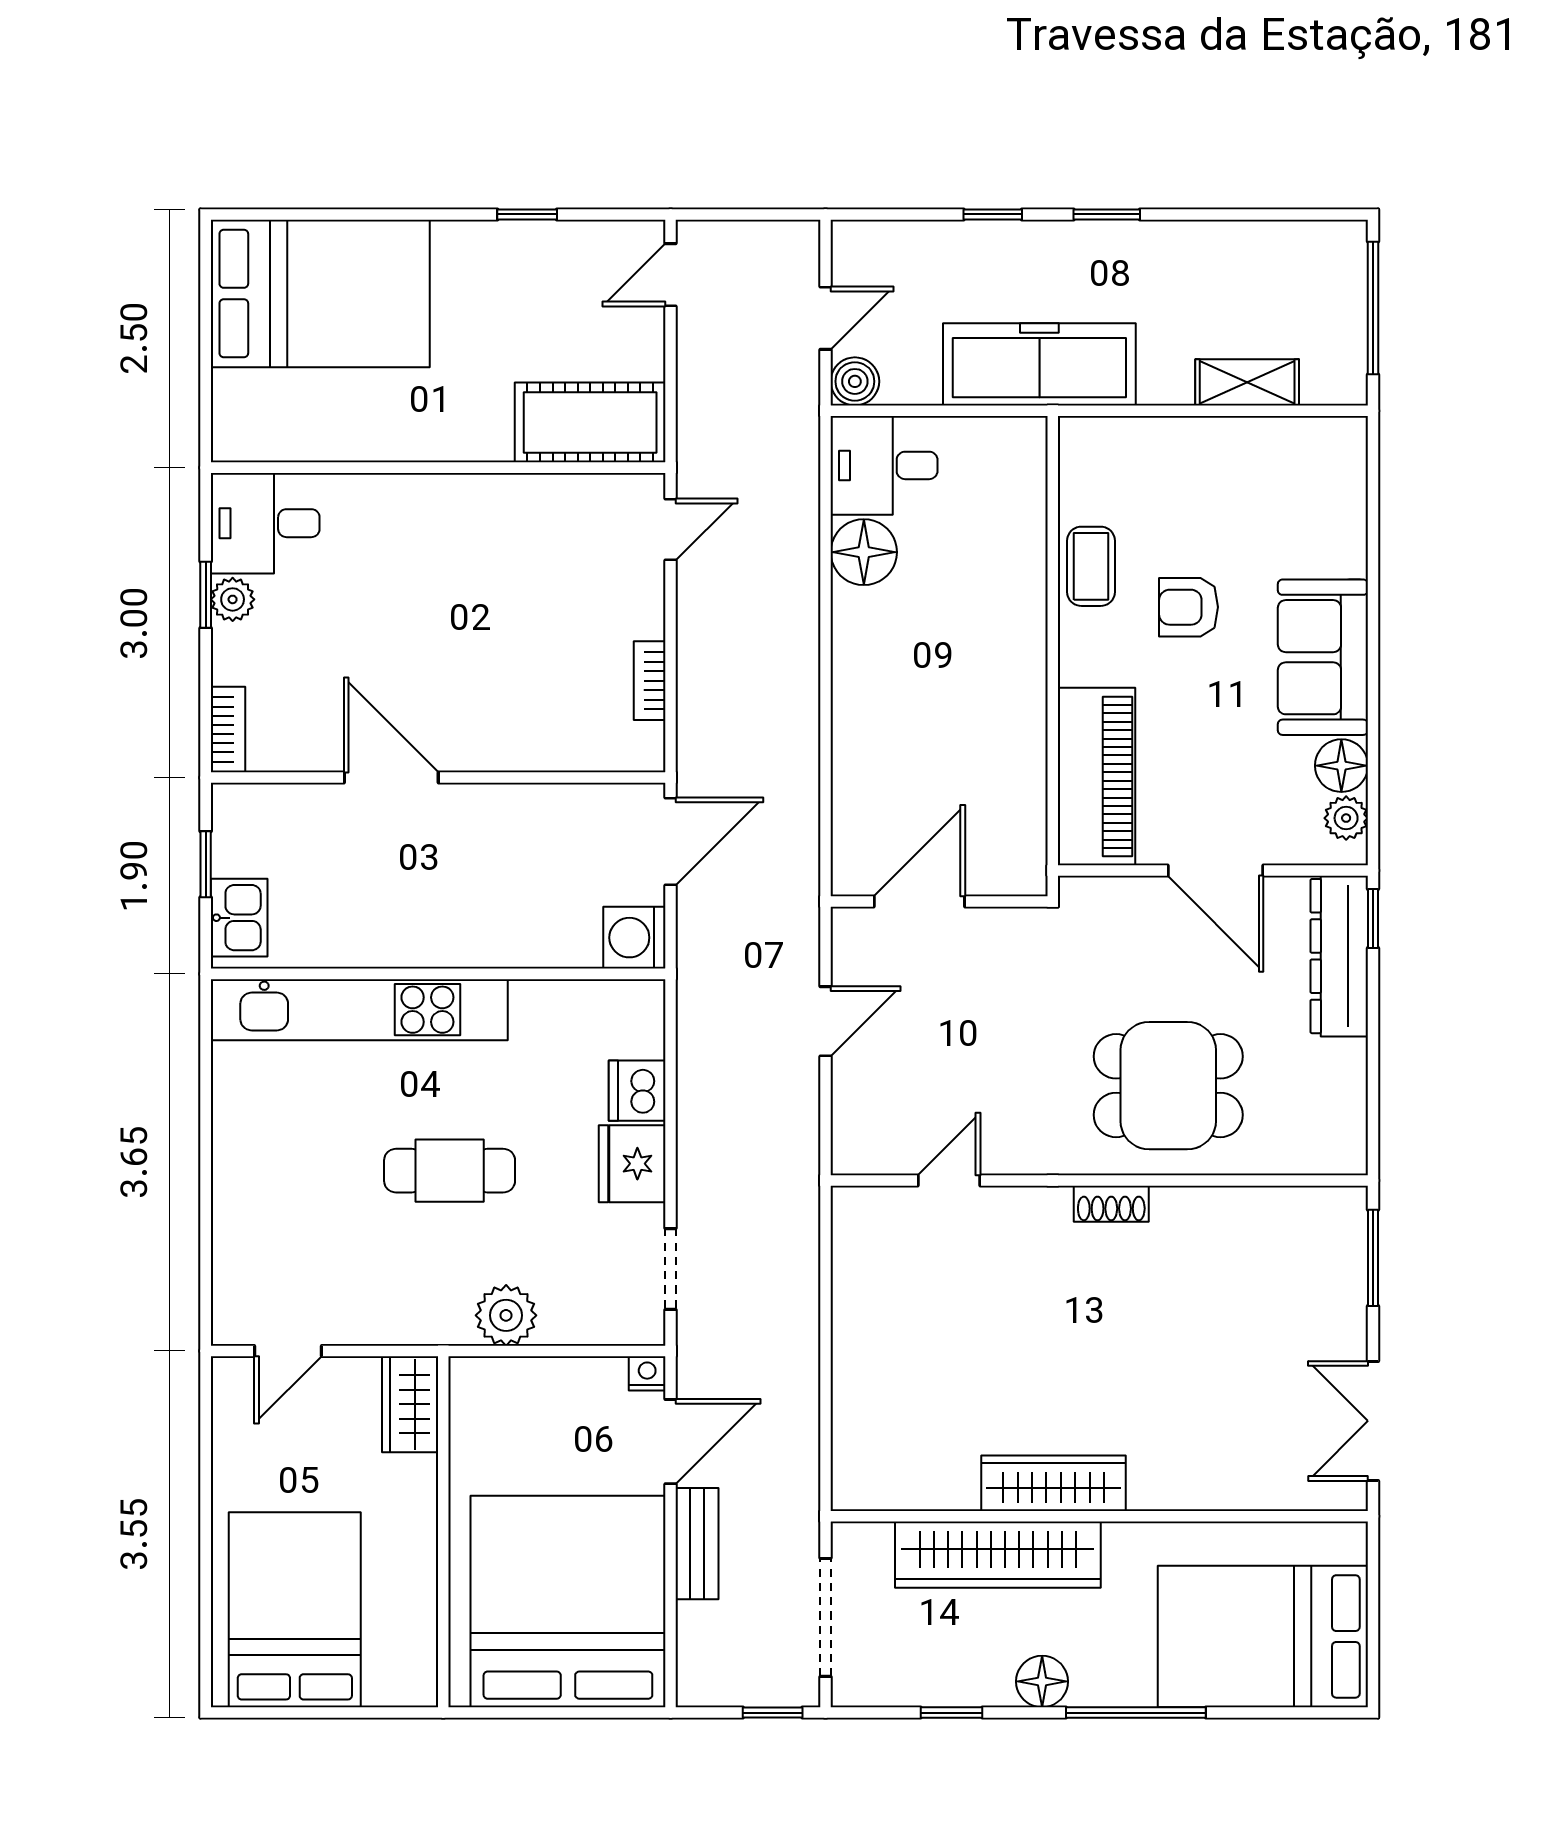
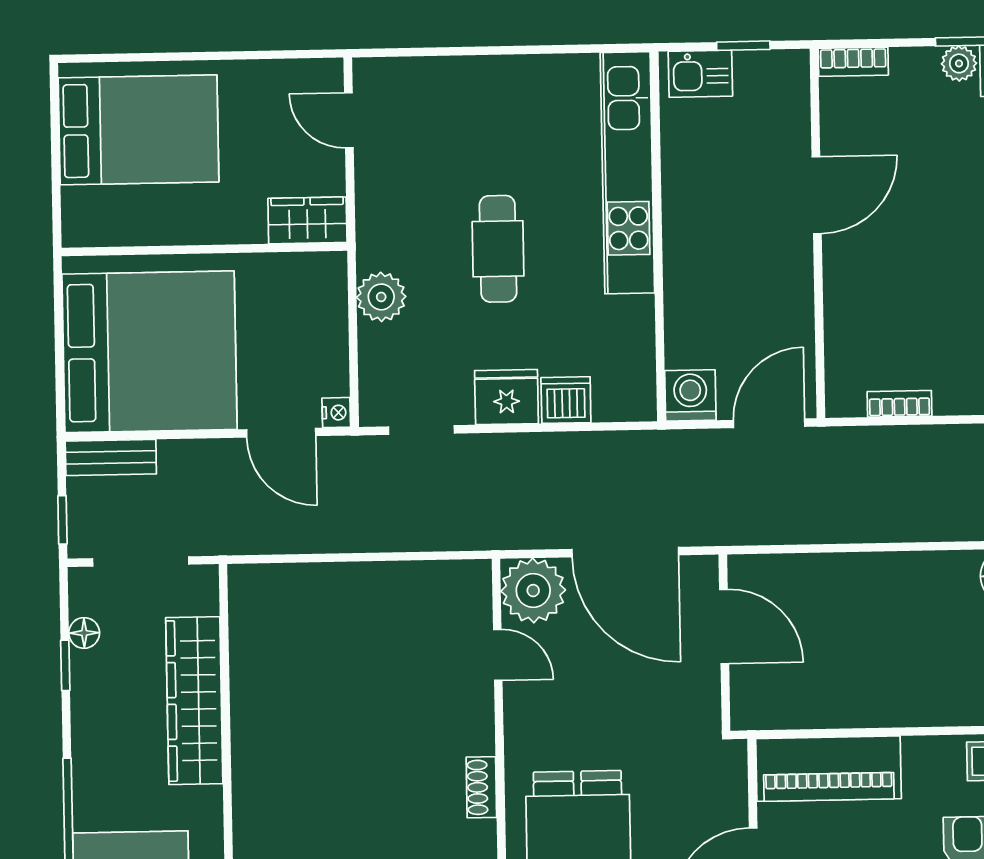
door: (671, 841) -> (769, 423), swing flipped
door: (826, 1021) -> (625, 552), width x1.88
plant: (871, 1135) -> (533, 591), added
wardrobe: (1054, 1483) -> (253, 745), removed
bench: (697, 1544) -> (111, 457), moved
floor lamp: (1042, 1681) -> (84, 633), moved, width x0.73, depth x0.73

